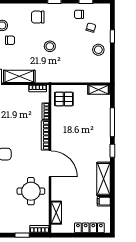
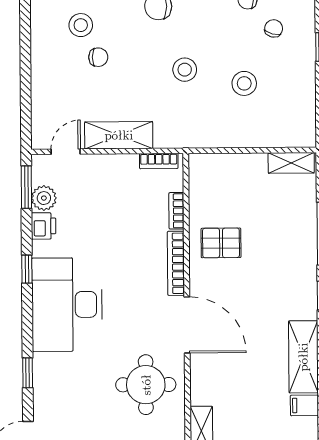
stool: (98, 50) -> (244, 83), moved
pallet: (64, 99) -> (221, 243), moved

